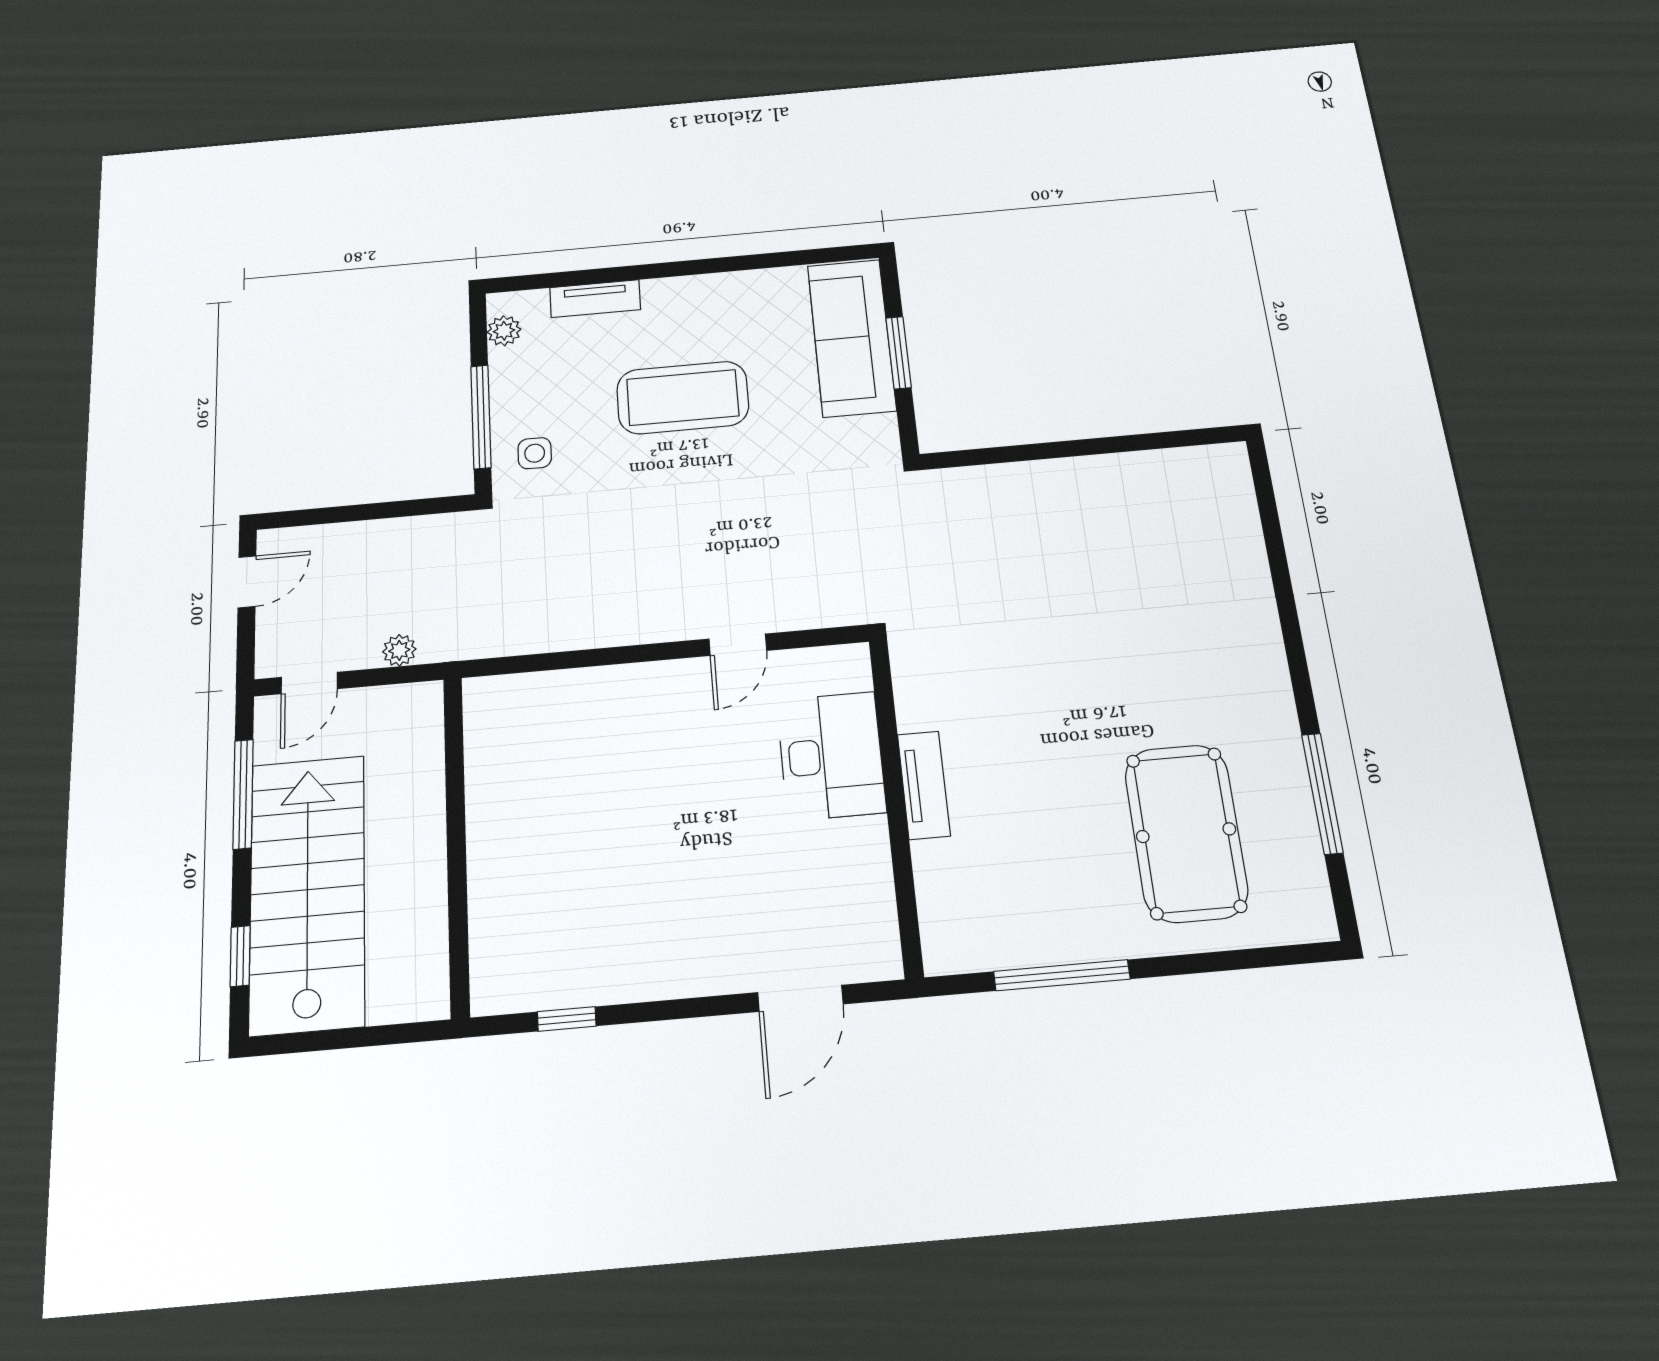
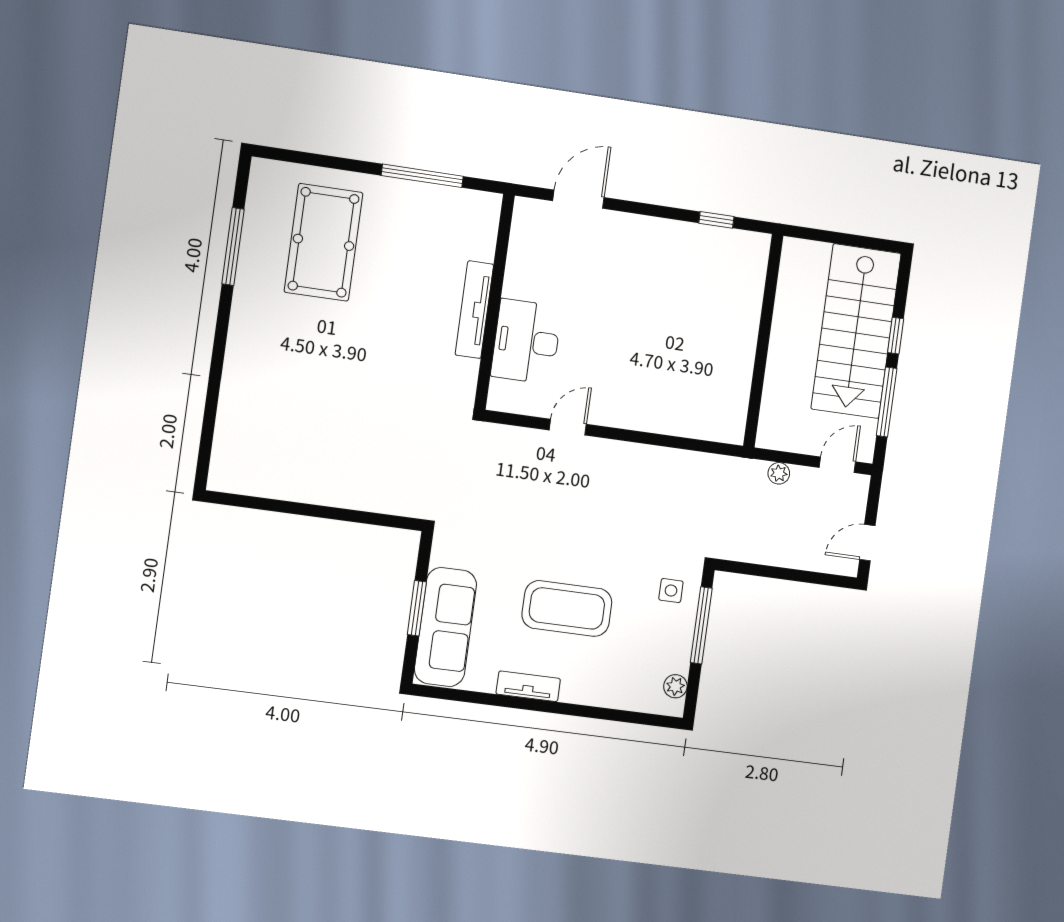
tv unit: (595, 299) -> (528, 686), moved
tv unit: (924, 785) -> (474, 310), width x1.41
window: (240, 956) -> (896, 336), moved

